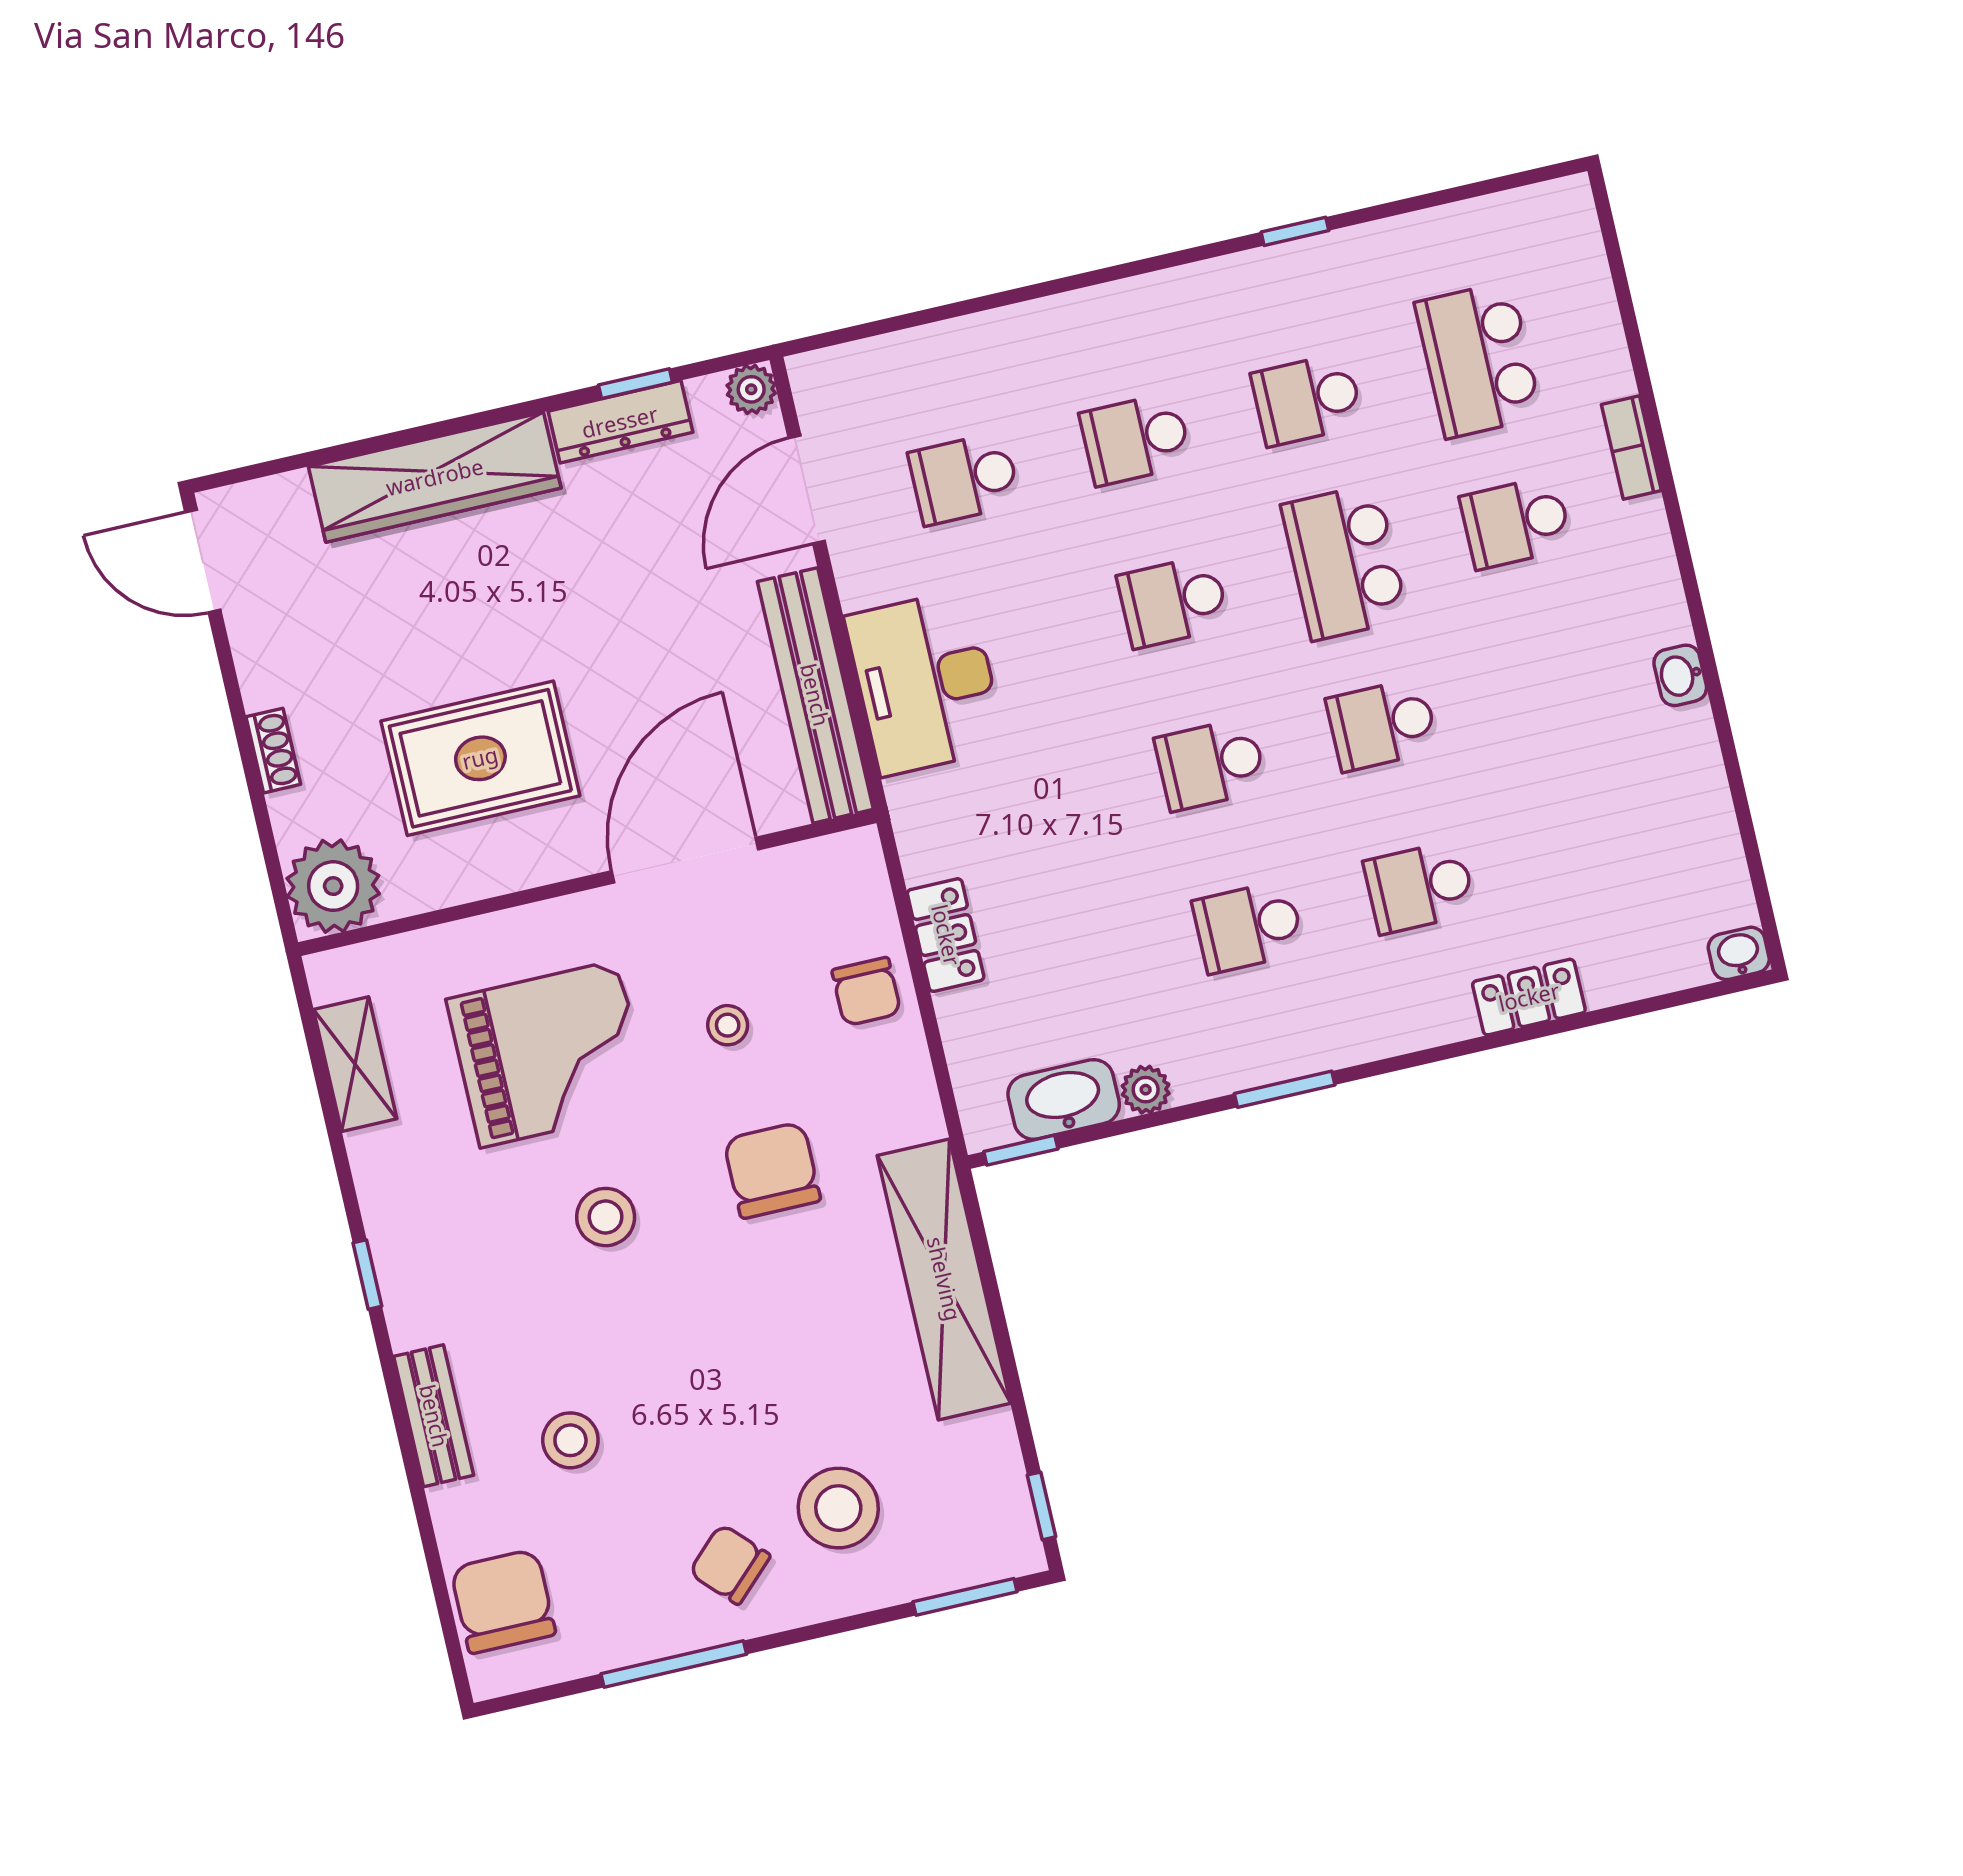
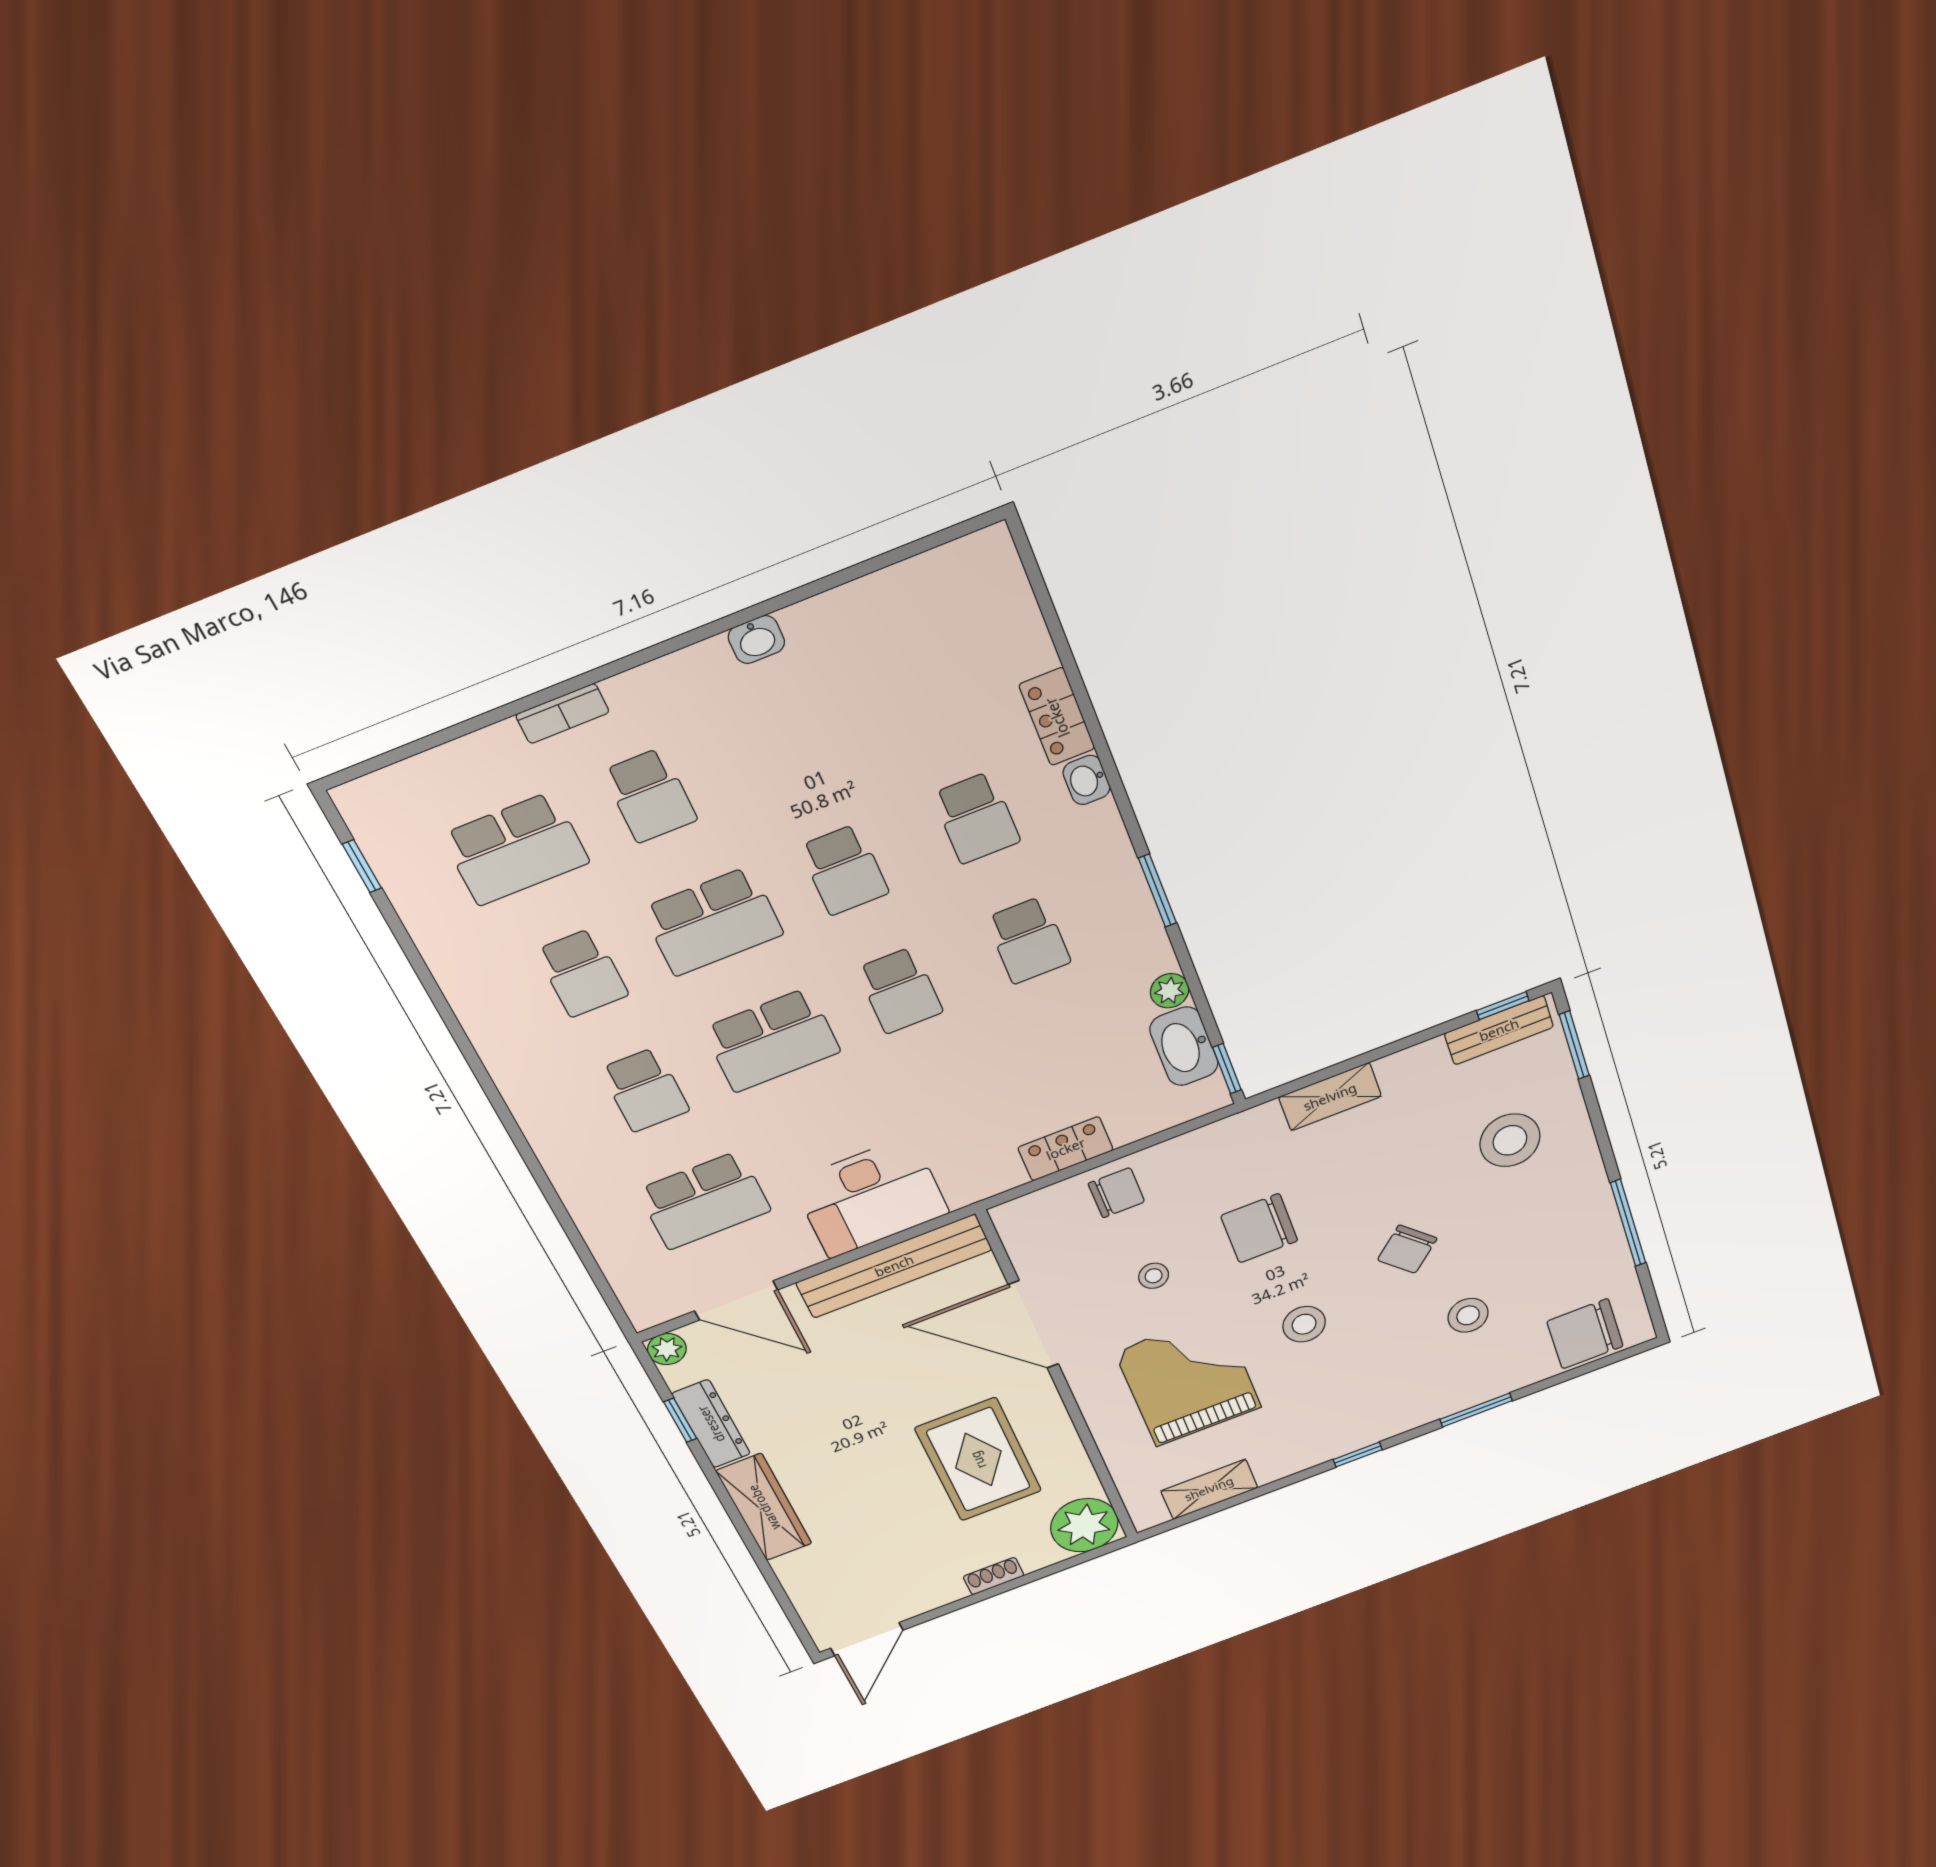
window: (1295, 231) -> (362, 866), moved
wardrobe: (435, 477) -> (764, 1507), width x0.71, depth x0.85
school desk: (964, 479) -> (704, 1200), width x1.85
school desk: (1173, 602) -> (772, 1040), width x1.85
washbasin: (1739, 953) -> (1087, 780), moved
shelving: (944, 1279) -> (1330, 1097), width x0.45, depth x0.75
bench: (434, 1416) -> (1499, 1030), moved
window: (407, 1444) -> (1476, 1410), added
chair: (730, 1564) -> (1407, 1249), moved

